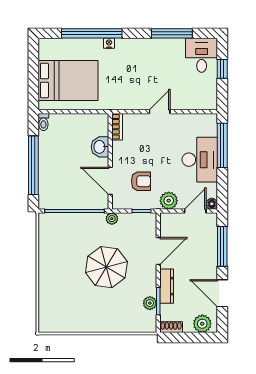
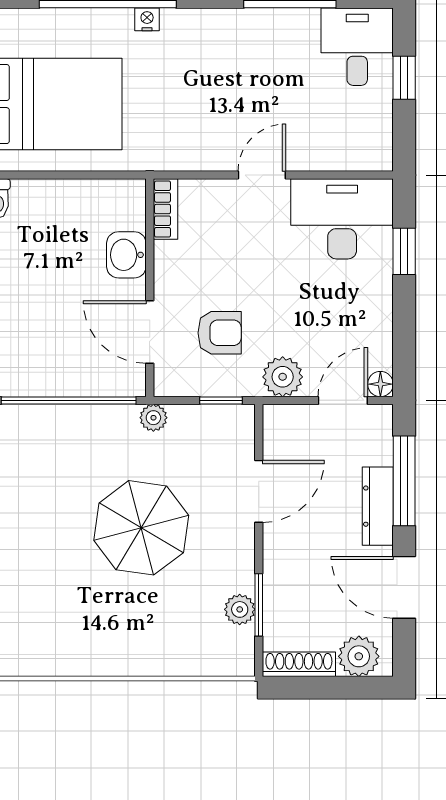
window: (222, 145) -> (404, 251), width x0.46
desk: (200, 160) -> (342, 219), moved, turned -90
dresser: (167, 286) -> (378, 506), moved, turned 180
shoe rack: (171, 327) -> (299, 664), width x1.43

